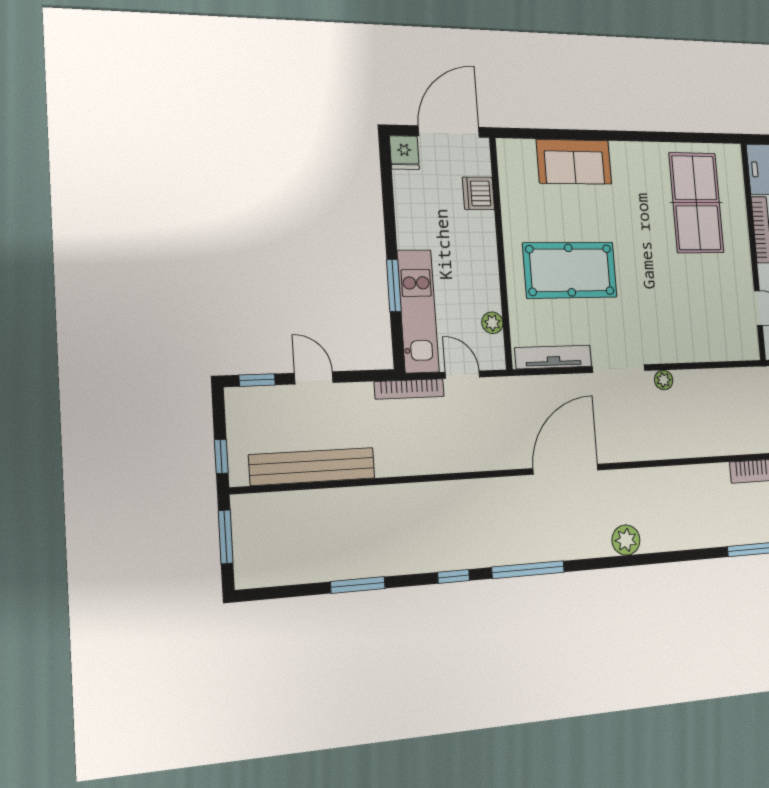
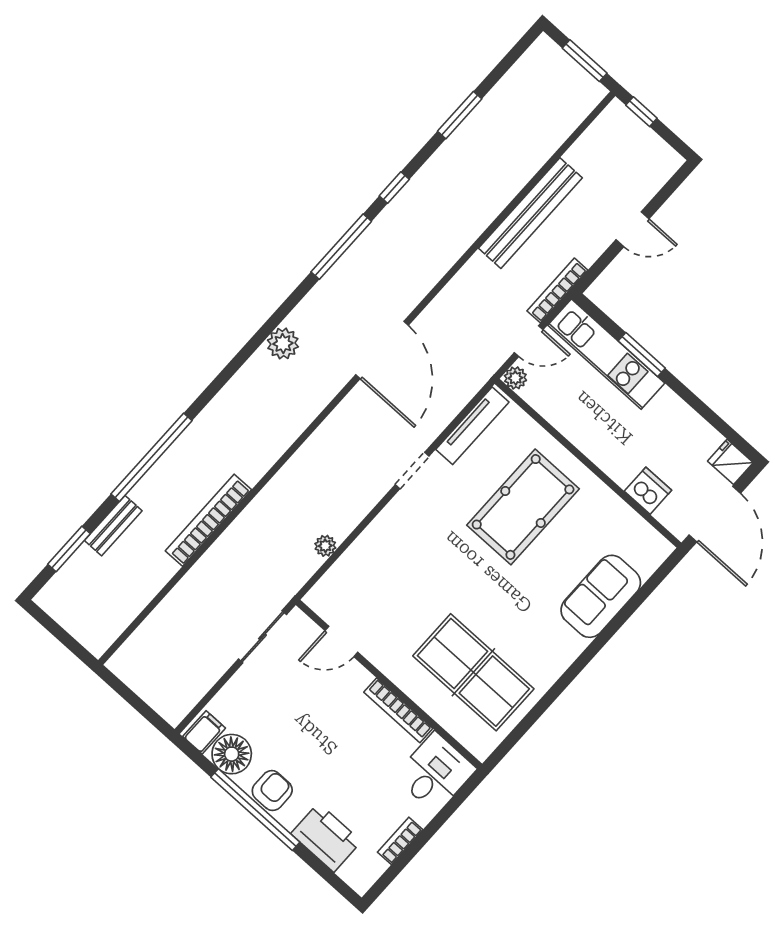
plant: (492, 323) -> (515, 378), moved
doorway: (619, 369) -> (412, 470), width x0.73
window: (257, 380) -> (669, 188), removed
plant: (664, 380) -> (325, 546), moved
bench: (312, 466) -> (530, 213), moved

